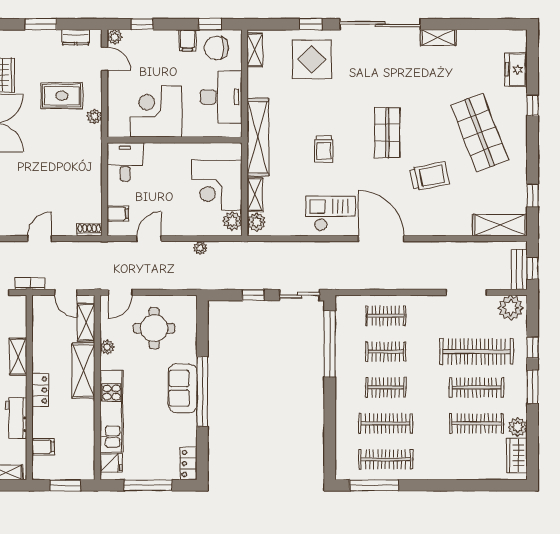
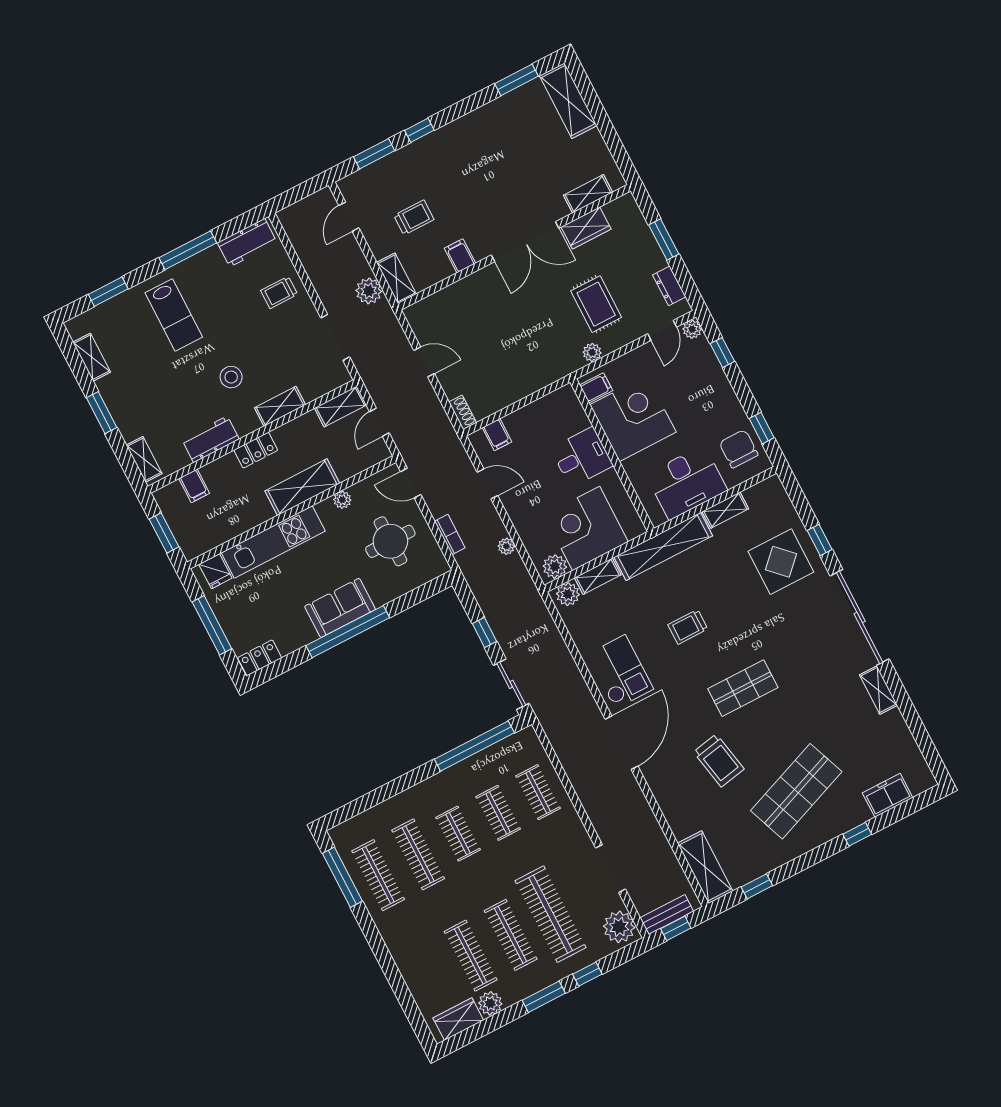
filing cabinet: (187, 40) -> (596, 388), moved, turned 180
shelving: (255, 50) -> (725, 510), moved
desk: (125, 162) -> (582, 457), moved
bookcase: (30, 284) -> (450, 534), moved
shelving: (86, 322) -> (340, 407), moved

